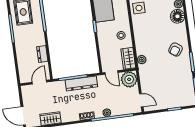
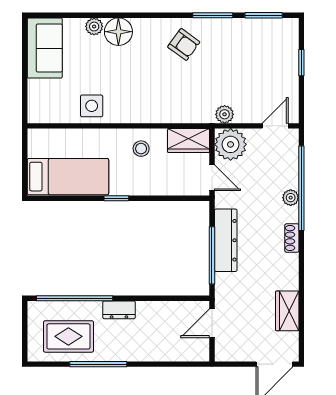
dresser: (42, 54) -> (119, 310), moved
plant: (142, 60) -> (225, 114), moved
door: (111, 72) -> (212, 178), hinge flipped
door: (39, 82) -> (212, 323), hinge flipped

